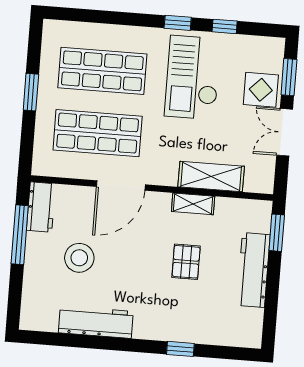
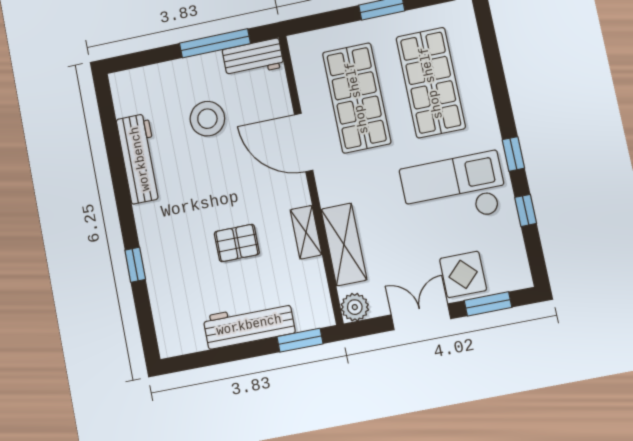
plant: (263, 182) -> (355, 307), added

